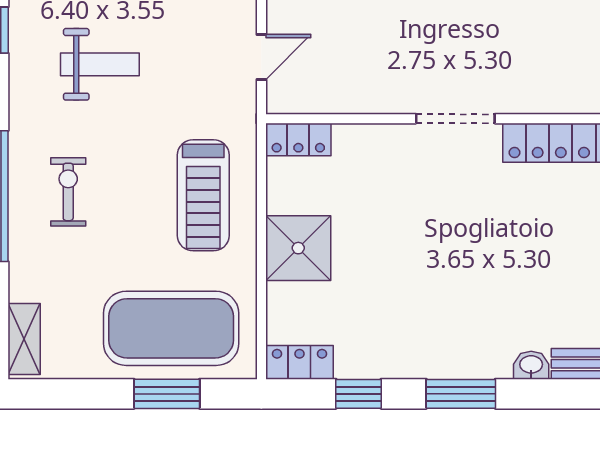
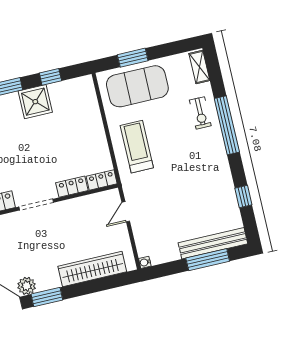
weight bench: (100, 64) -> (194, 192), removed
exercise bike: (68, 192) -> (200, 113), moved
shower: (298, 248) -> (35, 102), moved
locker: (299, 362) -> (72, 187), moved, turned 180

